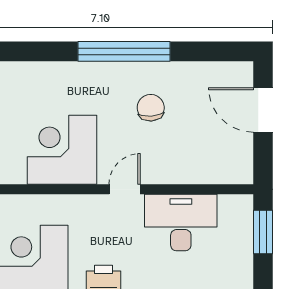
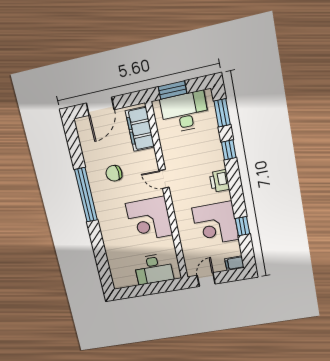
filing cabinet: (214, 167) -> (140, 129), added
desk: (181, 223) -> (185, 112), moved, turned 90

